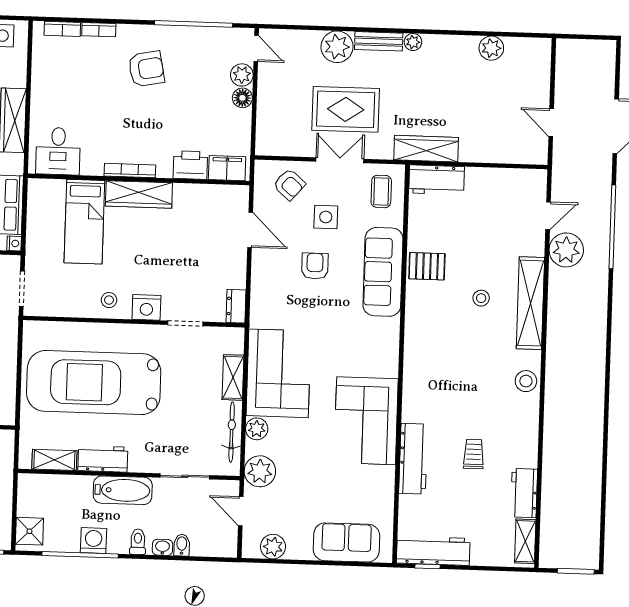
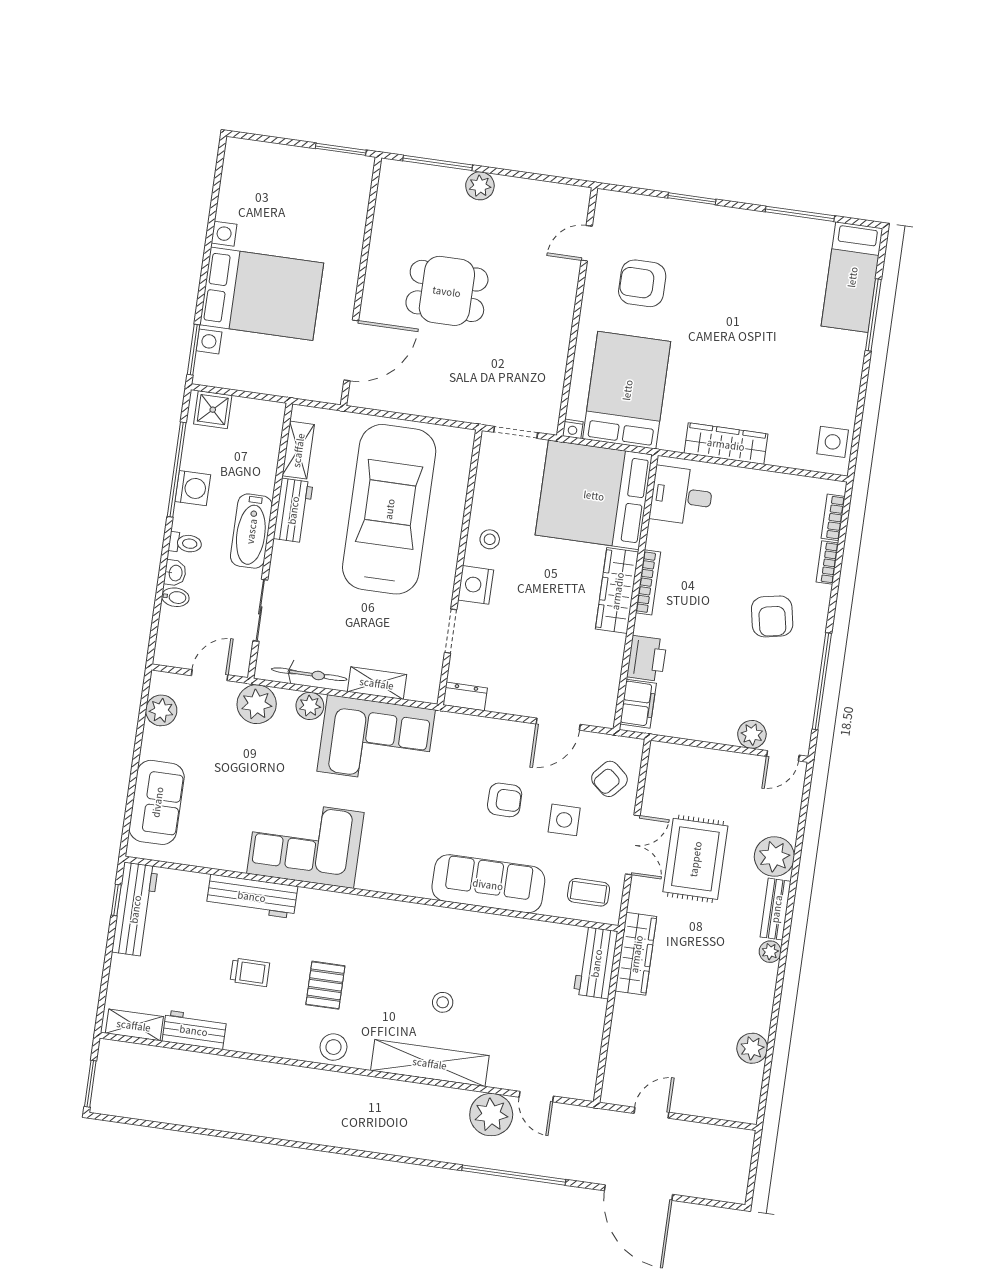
floor lamp: (242, 98) -> (723, 732), removed
bed: (84, 222) -> (594, 495), width x2.04
pallet: (427, 266) -> (325, 985), moved

